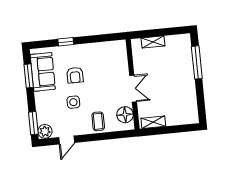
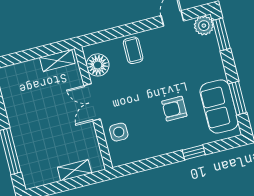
armchair: (75, 75) -> (174, 109), turned -90
side table: (73, 102) -> (119, 132), moved

